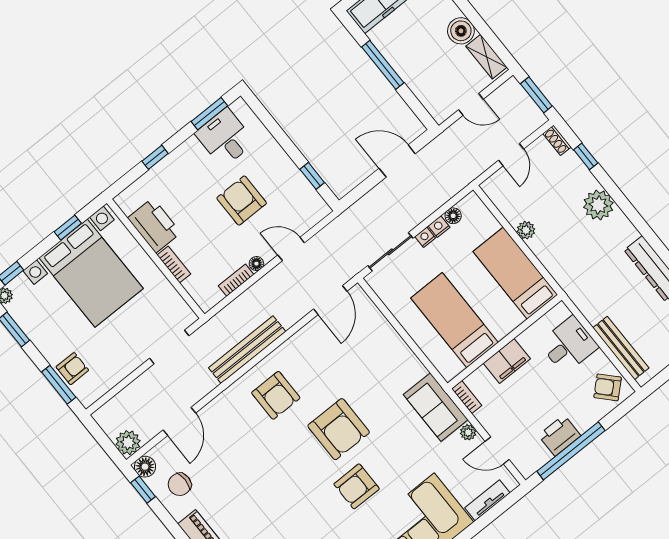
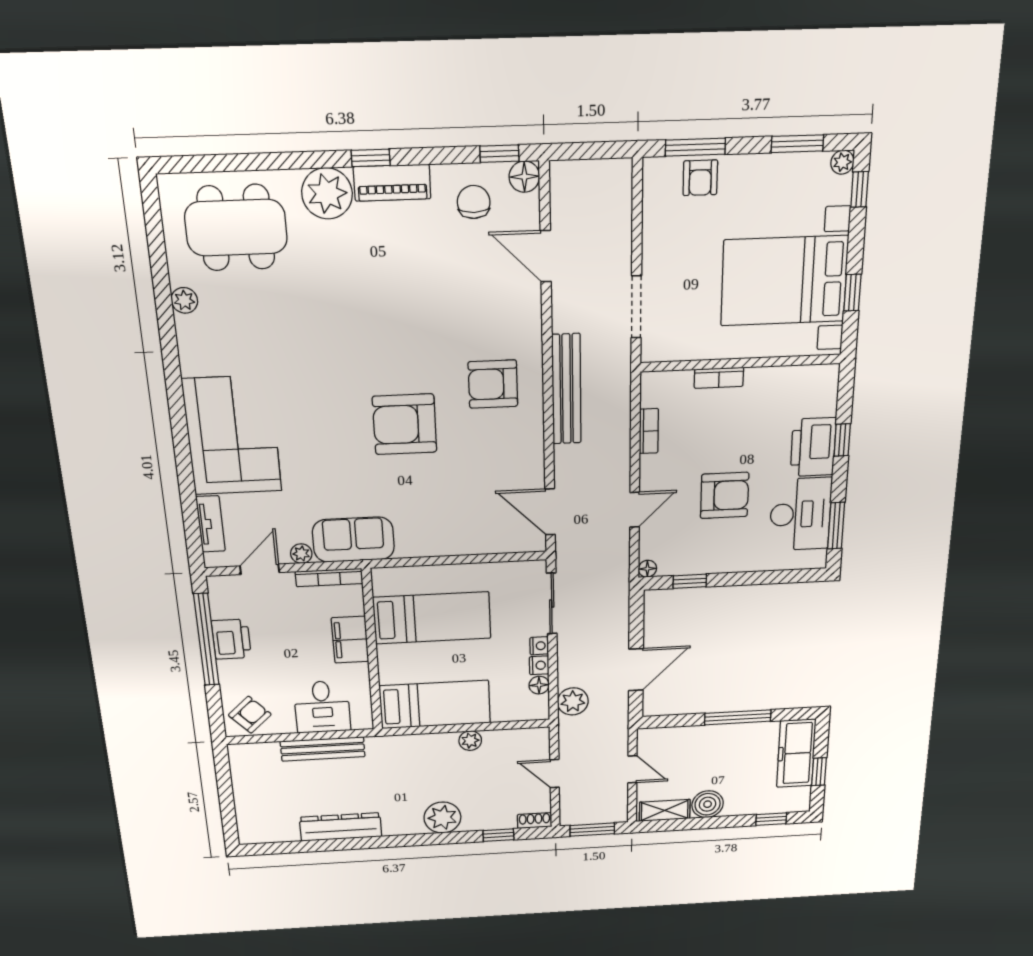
door: (471, 104) -> (632, 769), swing flipped
desk: (225, 138) -> (800, 514), width x1.37
printer: (154, 225) -> (813, 447), moved, turned 90
floor lamp: (256, 264) -> (647, 569), moved
bench: (621, 348) -> (323, 749), moved
bookcase: (467, 397) -> (329, 578), width x1.56
plant: (128, 443) -> (573, 701), moved
armchair: (357, 486) -> (325, 399), removed

